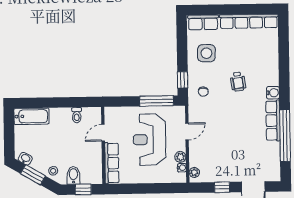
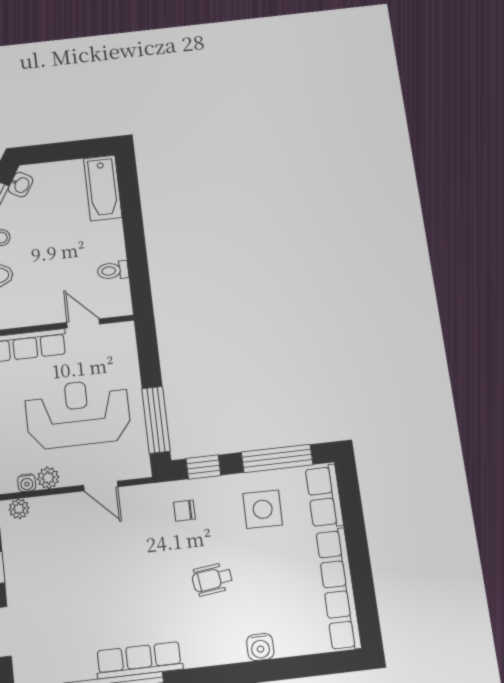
window: (182, 43) -> (277, 458), added
water cooler: (273, 93) -> (260, 647), moved

